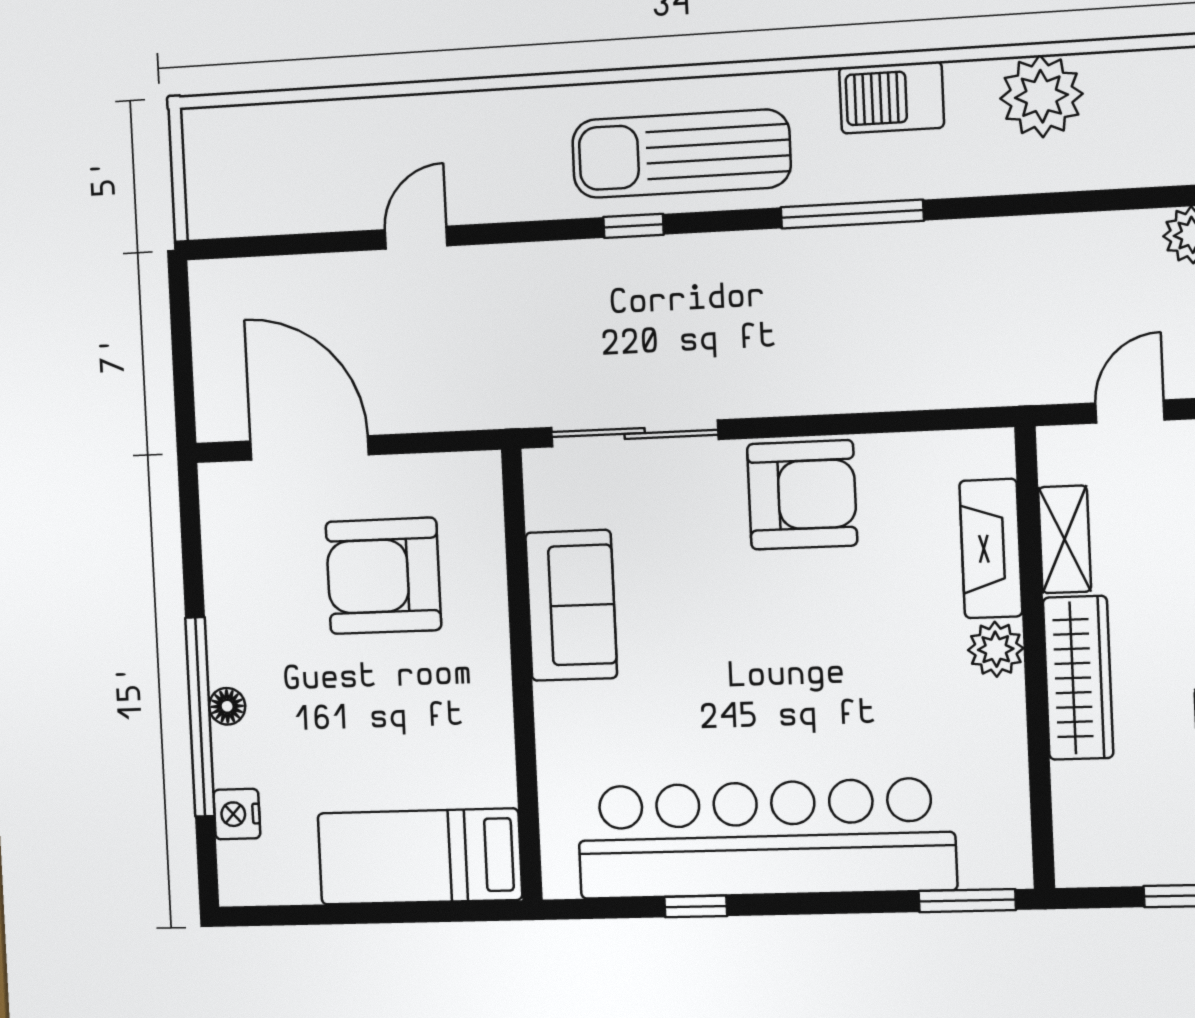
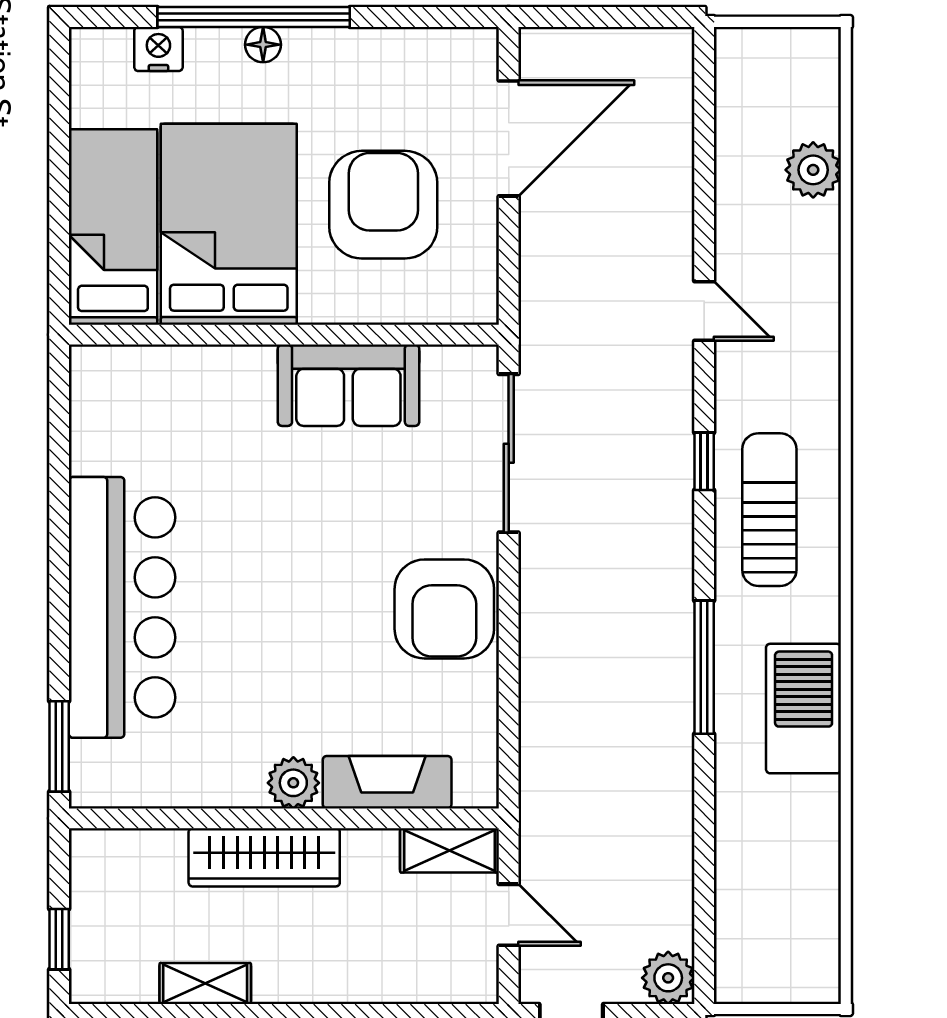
plant: (1041, 96) -> (813, 170), moved, width x0.73, depth x0.73
barbecue: (892, 98) -> (804, 709), width x1.37, depth x1.21
sun lounger: (681, 154) -> (769, 510), width x0.73, depth x0.75
door: (416, 238) -> (704, 311), moved
shelving: (1065, 539) -> (450, 850), moved
bed: (411, 736) -> (229, 224), added
bar counter: (765, 838) -> (122, 607), width x0.73
window: (696, 906) -> (59, 491), removed

